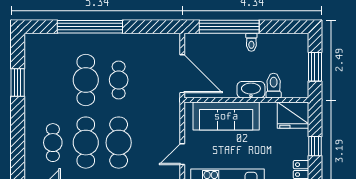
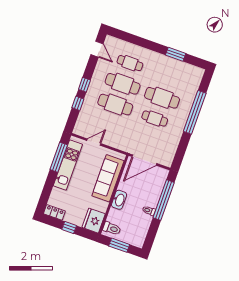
toilet: (274, 86) -> (112, 228), moved
door: (182, 154) -> (94, 142), hinge flipped

